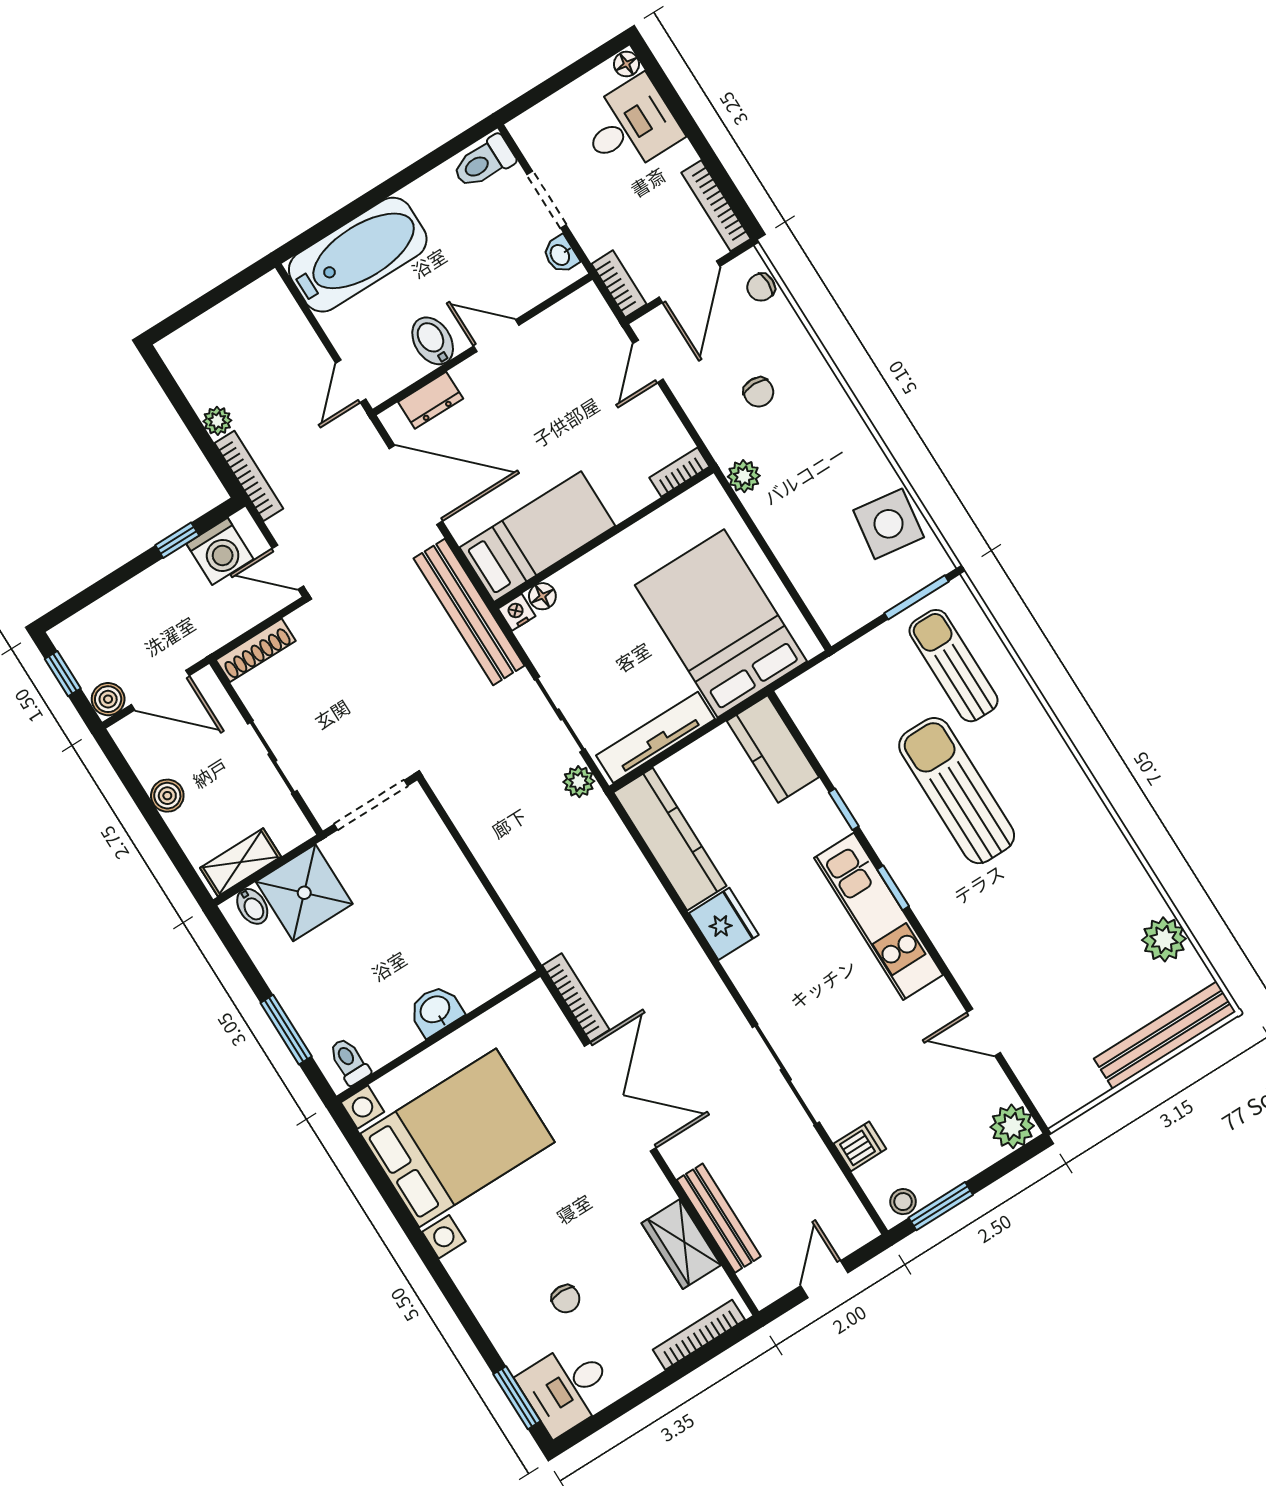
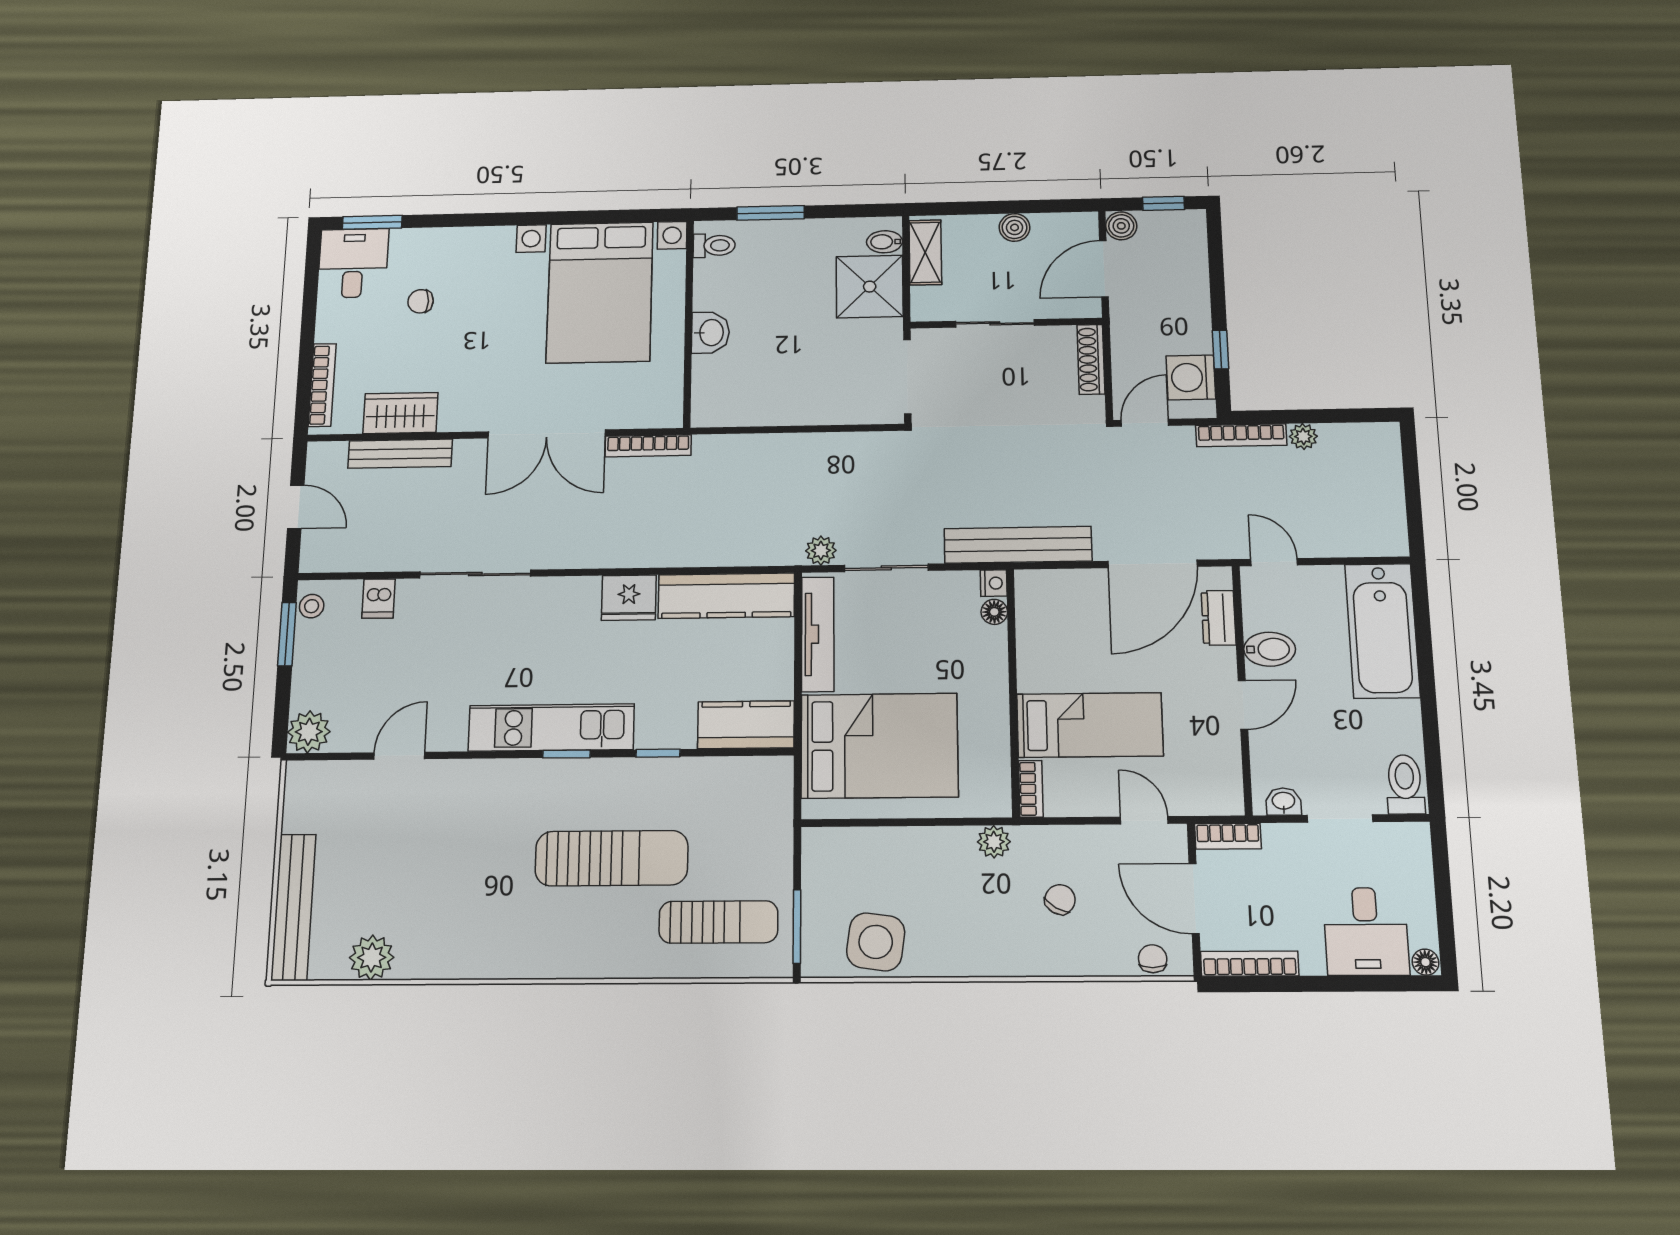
chair: (759, 392) -> (1060, 900), turned 121
bed: (537, 537) -> (1090, 725), moved, turned -90

